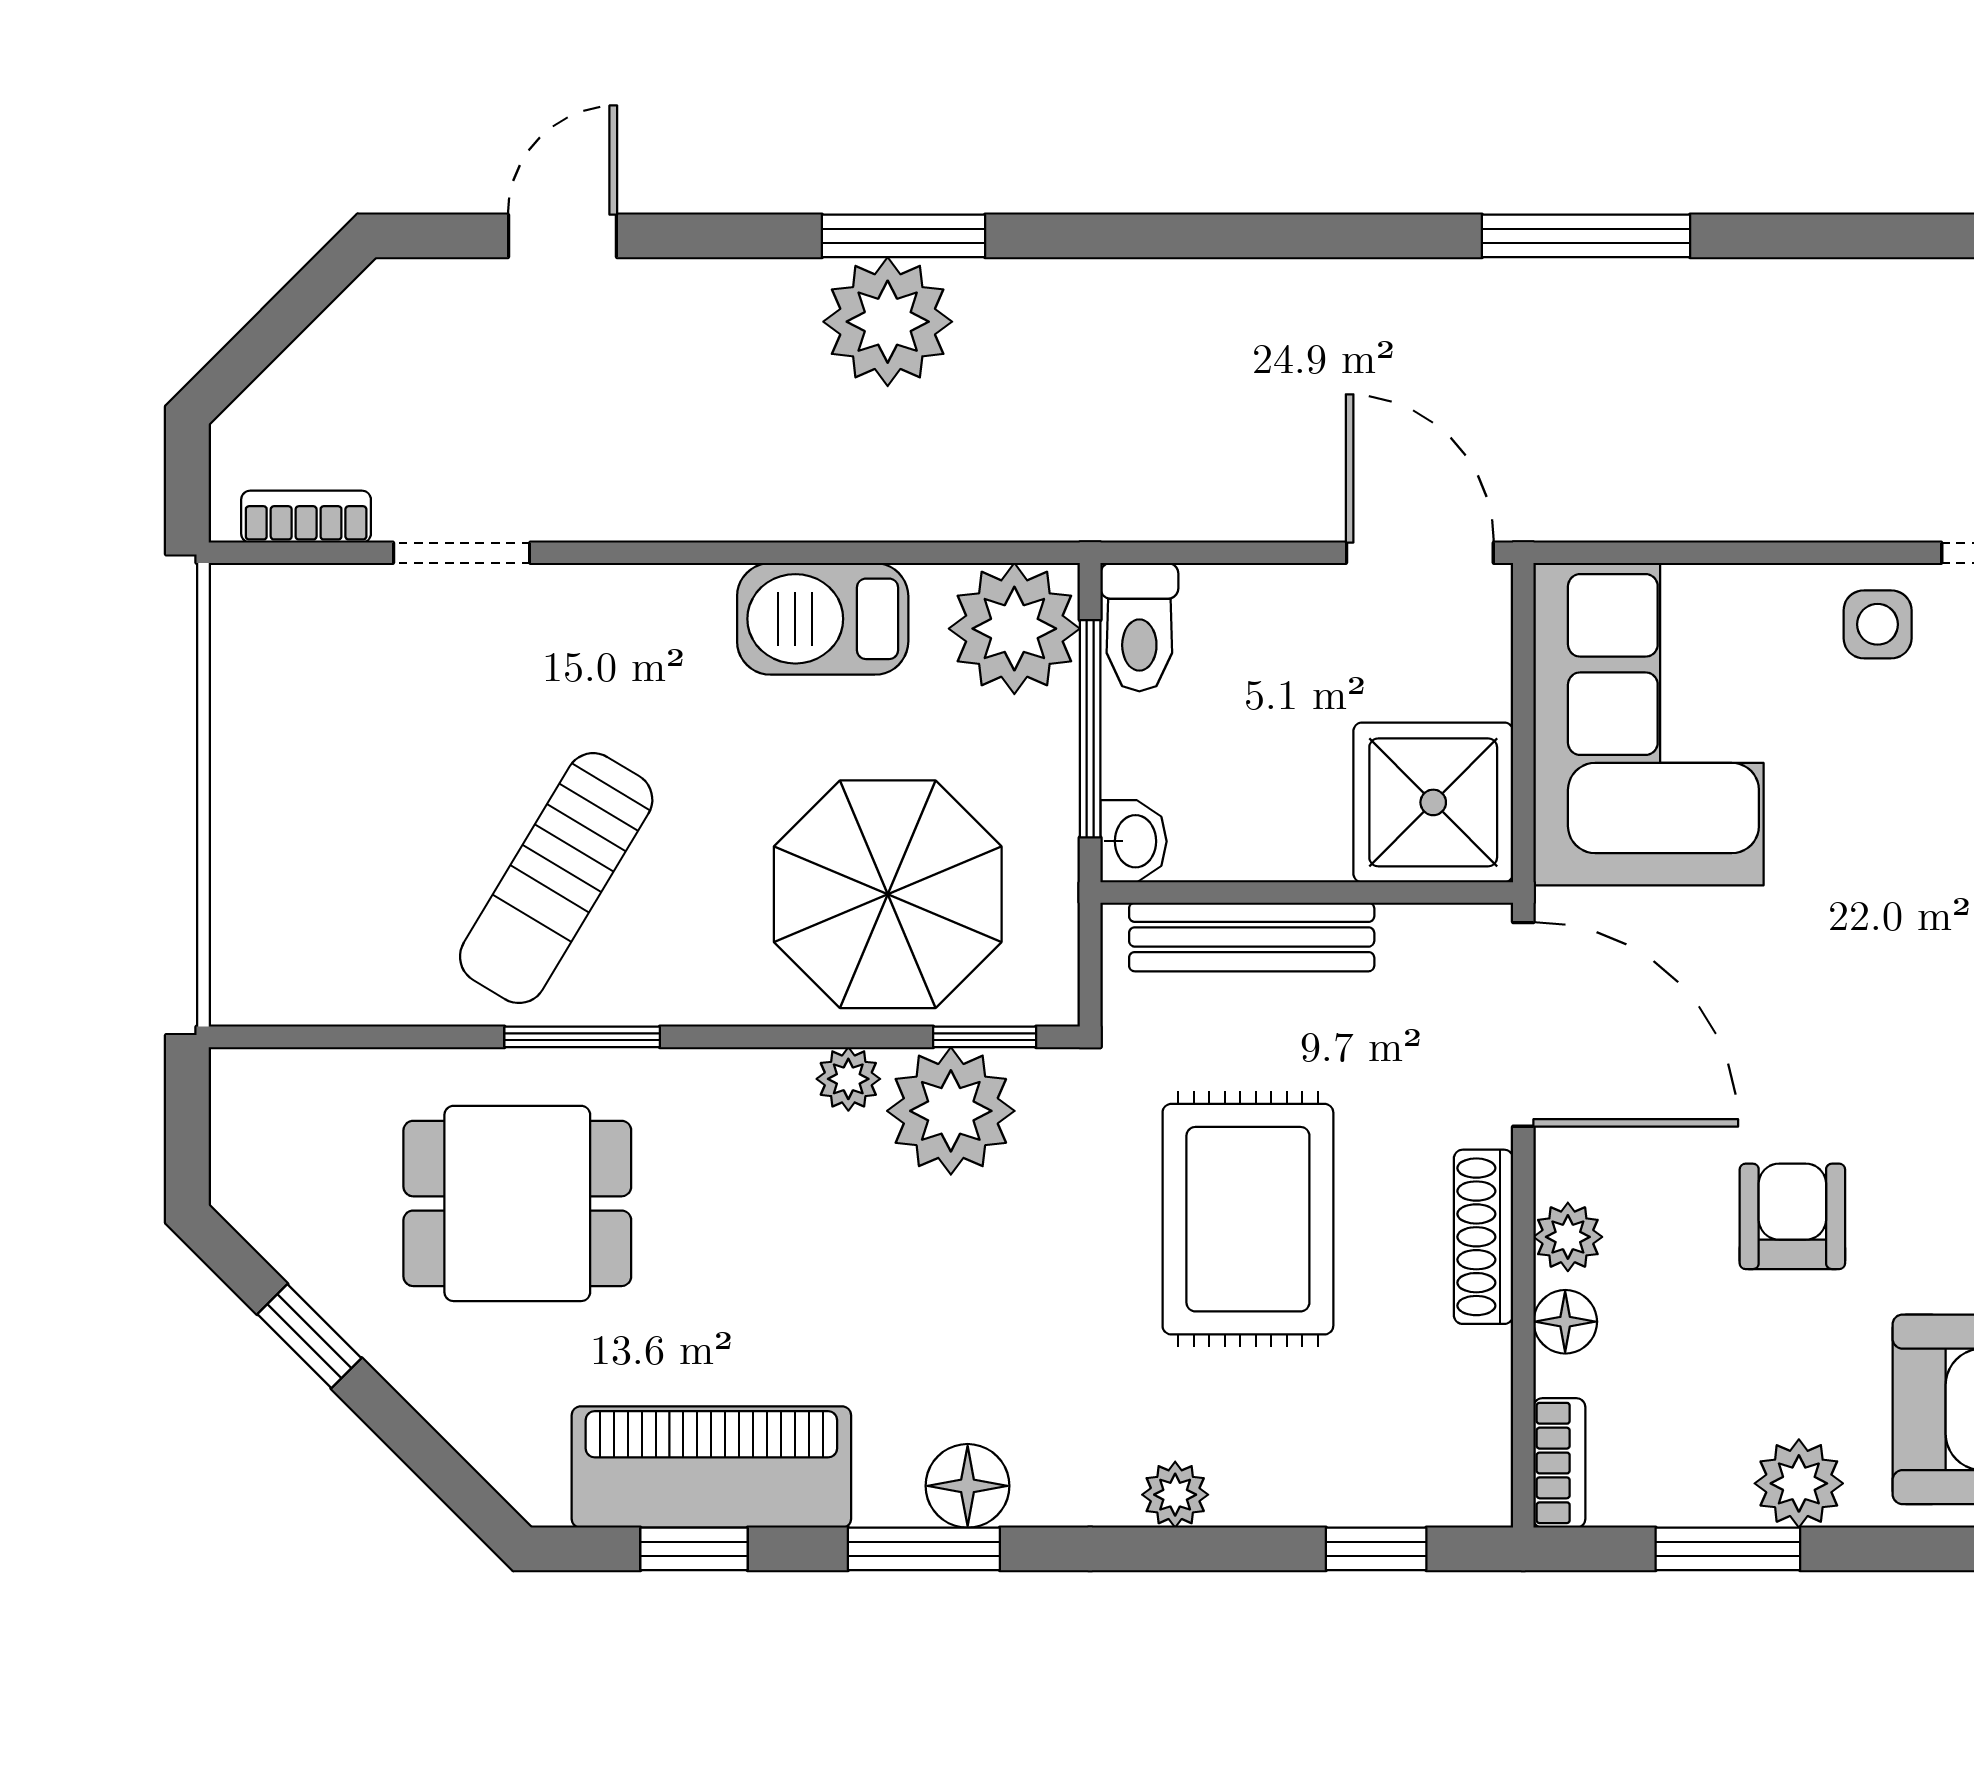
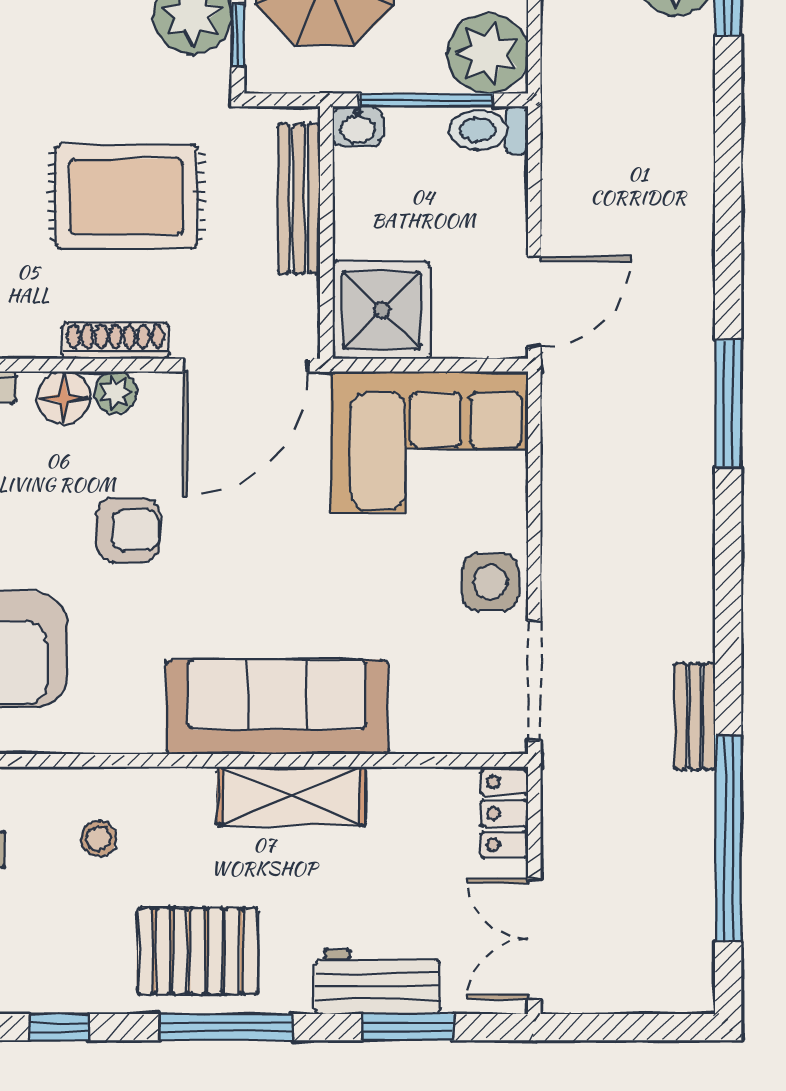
side table: (1878, 624) -> (490, 582), width x1.37, depth x1.37
floor lamp: (1565, 1322) -> (63, 398), width x1.37, depth x1.37

